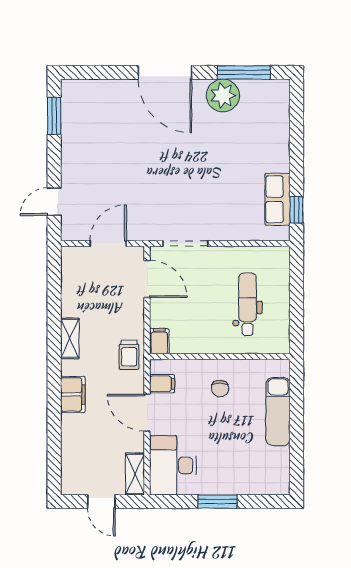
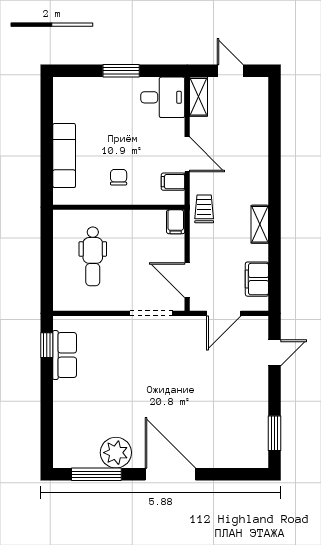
filing cabinet: (73, 394) -> (257, 279), moved
desk: (173, 465) -> (163, 97), width x0.73

